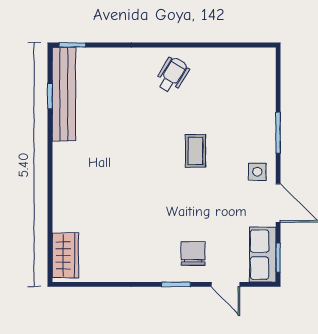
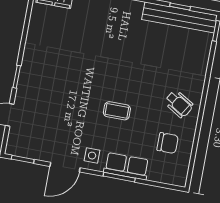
chair: (193, 254) -> (168, 143), moved
row of seats: (263, 255) -> (126, 166), moved

